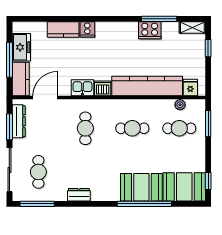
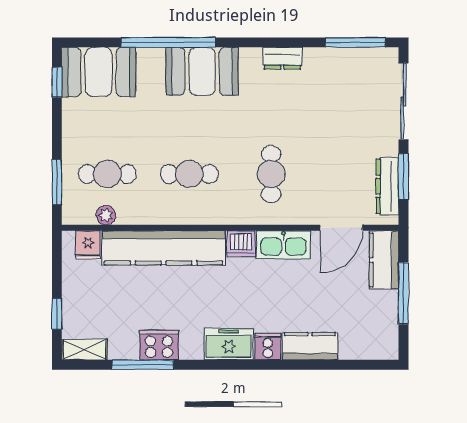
freezer: (21, 47) -> (229, 344), moved, turned 90
kitchen sink: (82, 88) -> (283, 245), width x1.38
cafe table: (38, 172) -> (353, 98), removed
booth: (141, 187) -> (202, 71), moved

